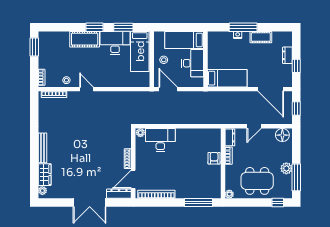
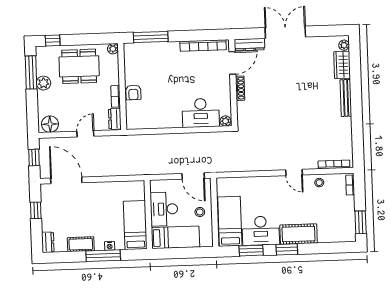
dresser: (287, 55) -> (48, 242), moved
bed: (227, 78) -> (135, 225), moved, turned 90

